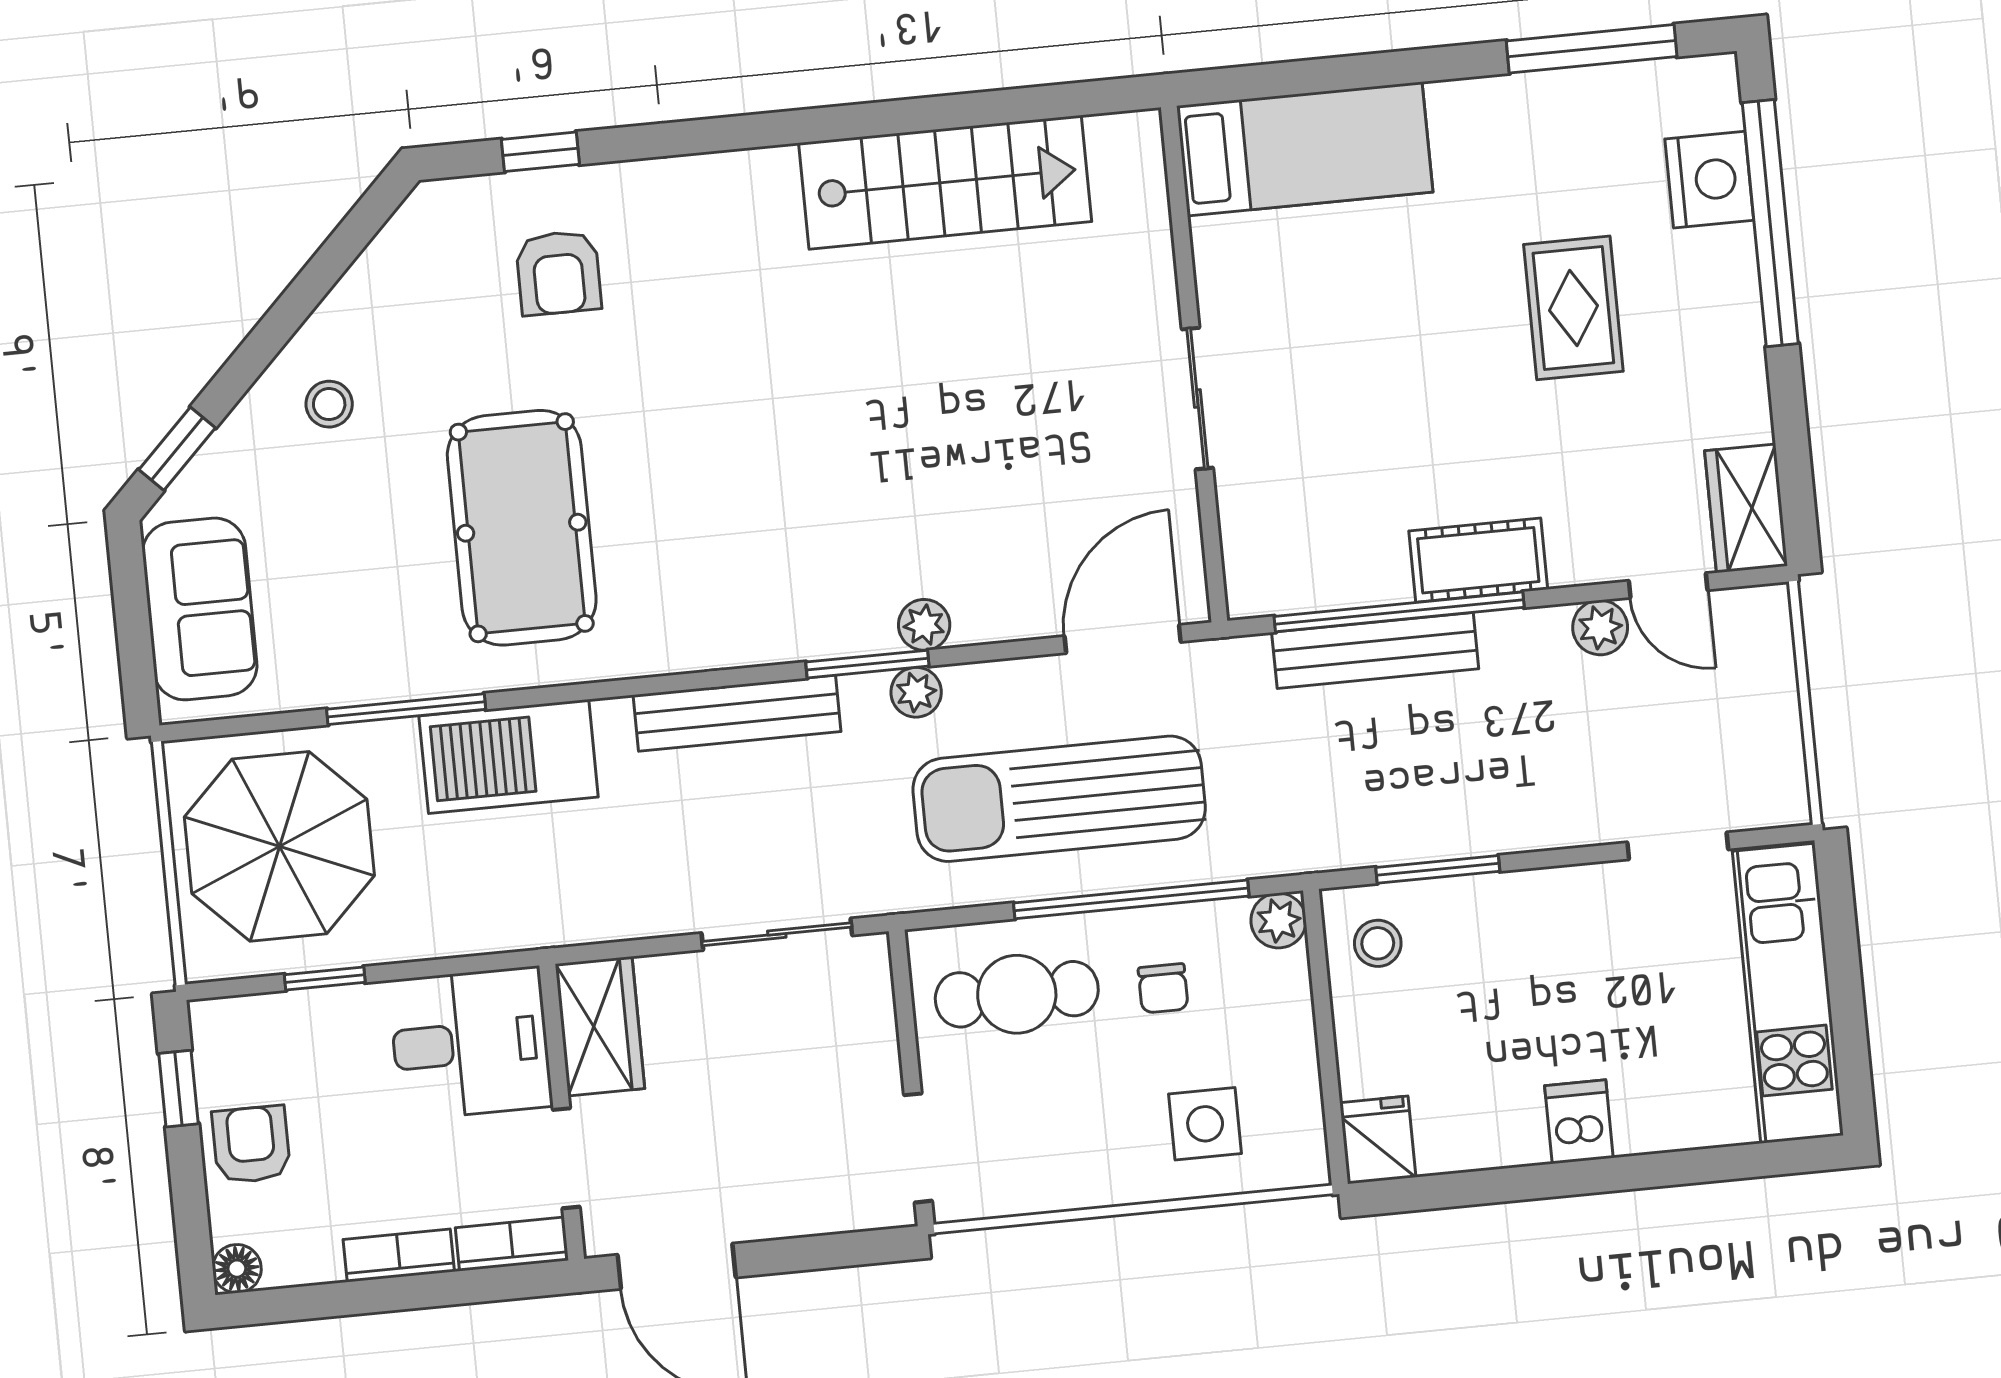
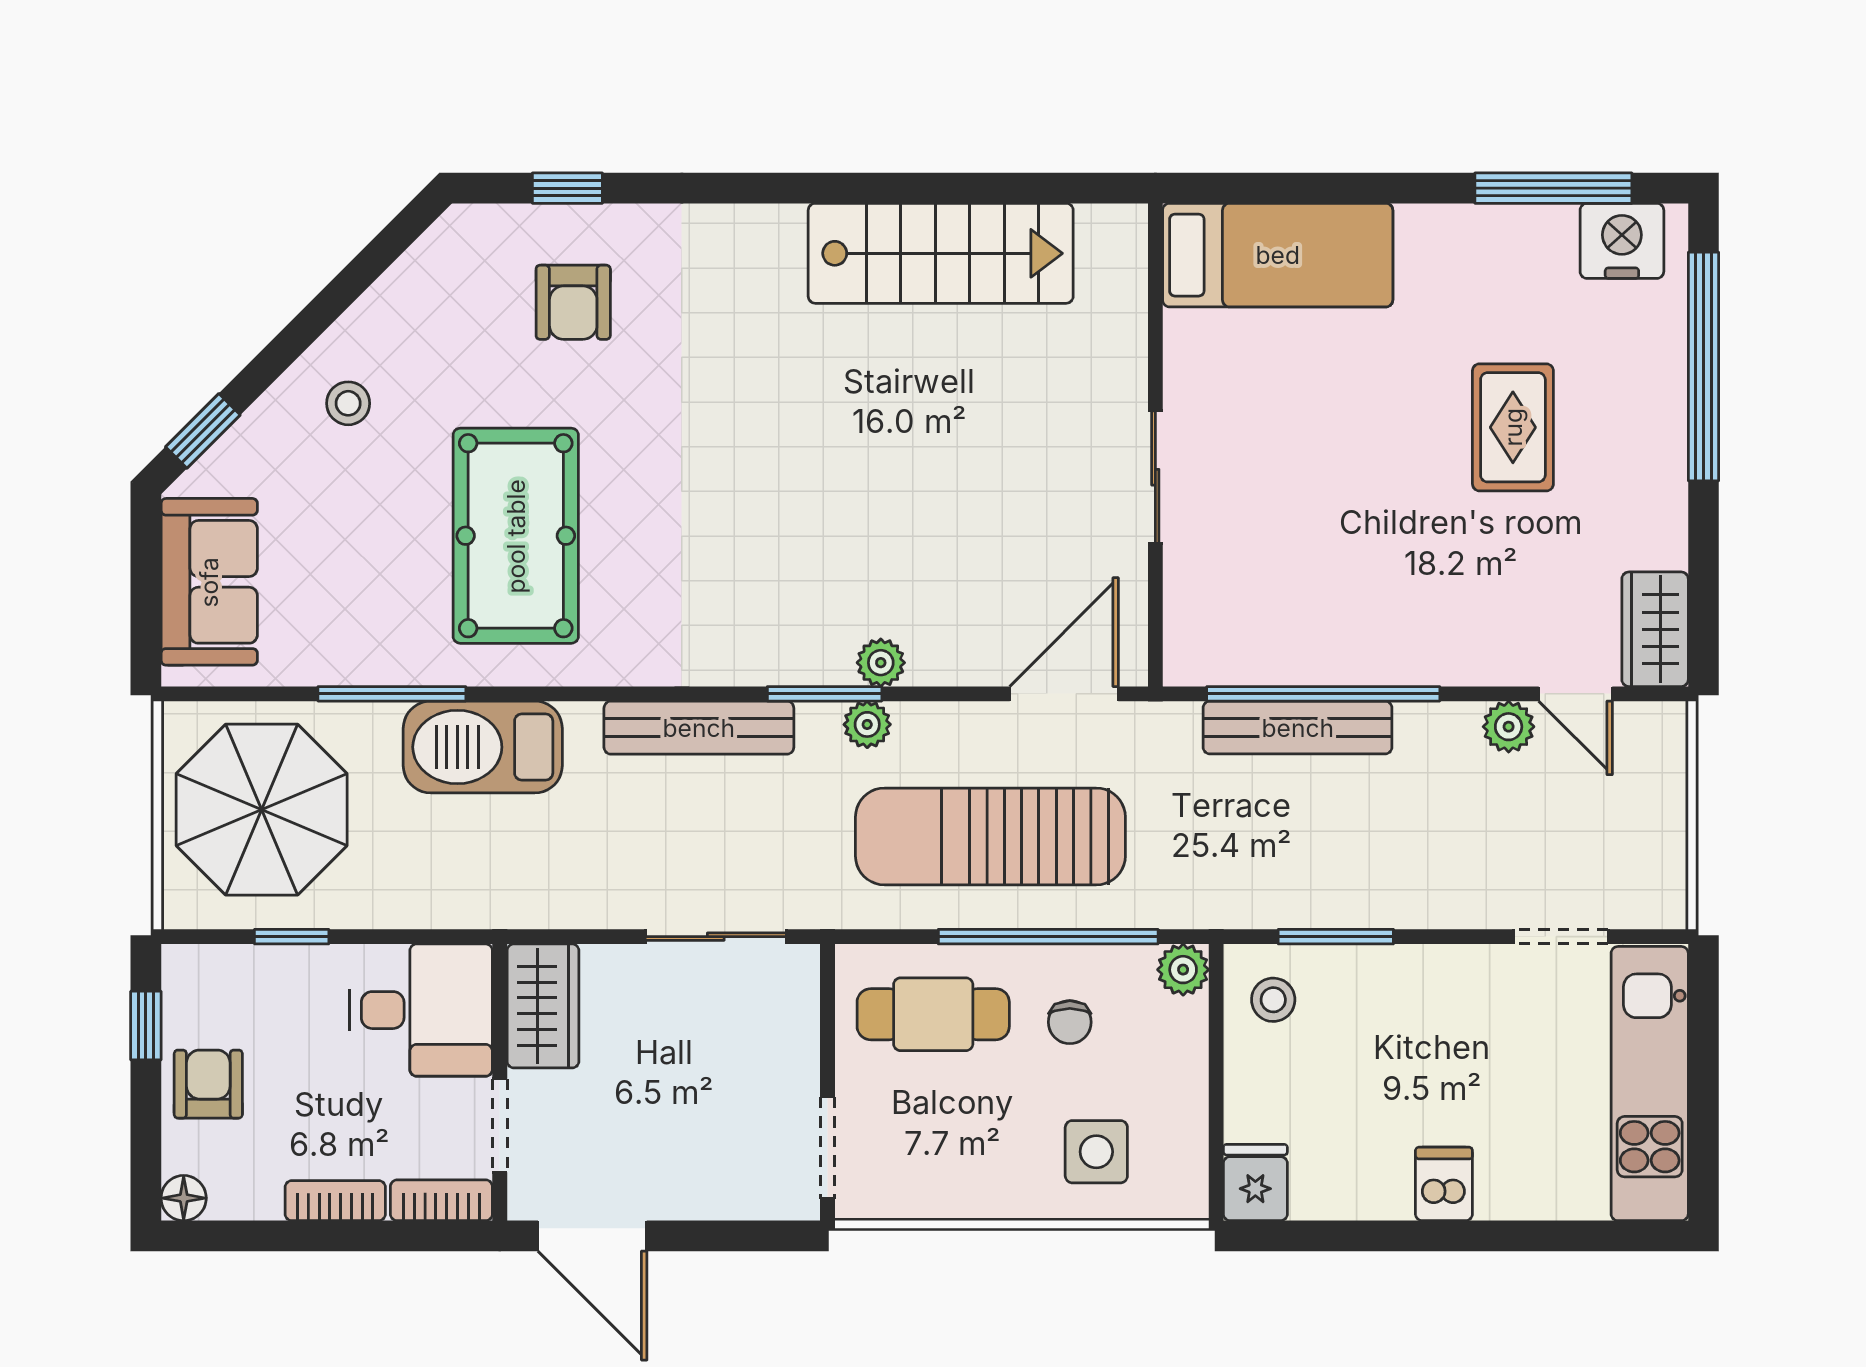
nightstand: (1709, 180) -> (1622, 241), moved, turned -90
cot: (1478, 560) -> (1402, 653), removed

